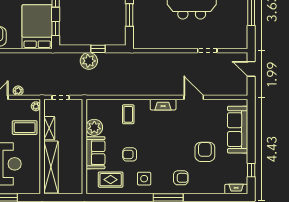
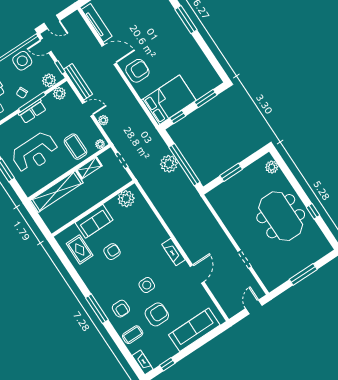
window: (98, 49) -> (184, 165), width x3.17
coffee table: (128, 114) -> (133, 335), moved
plant: (94, 127) -> (126, 199), moved
armchair: (130, 154) -> (112, 252), turned 90
side table: (144, 179) -> (147, 285), moved

